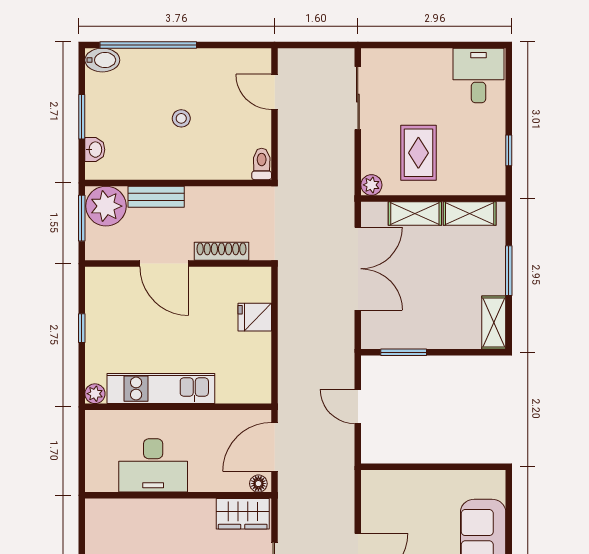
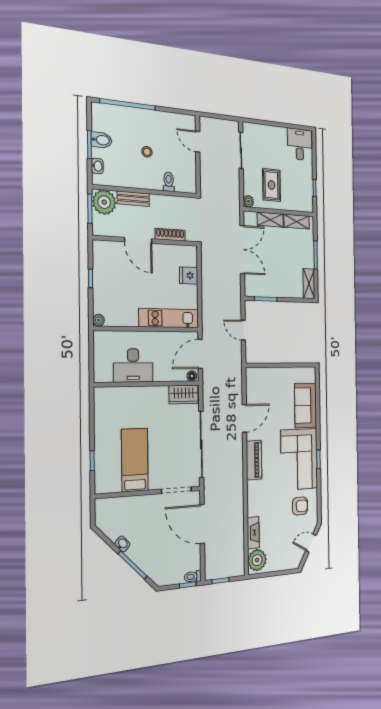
bidet: (102, 60) -> (101, 140), moved
toilet: (262, 164) -> (169, 182), moved
kitchen unit: (161, 389) -> (169, 318), moved

